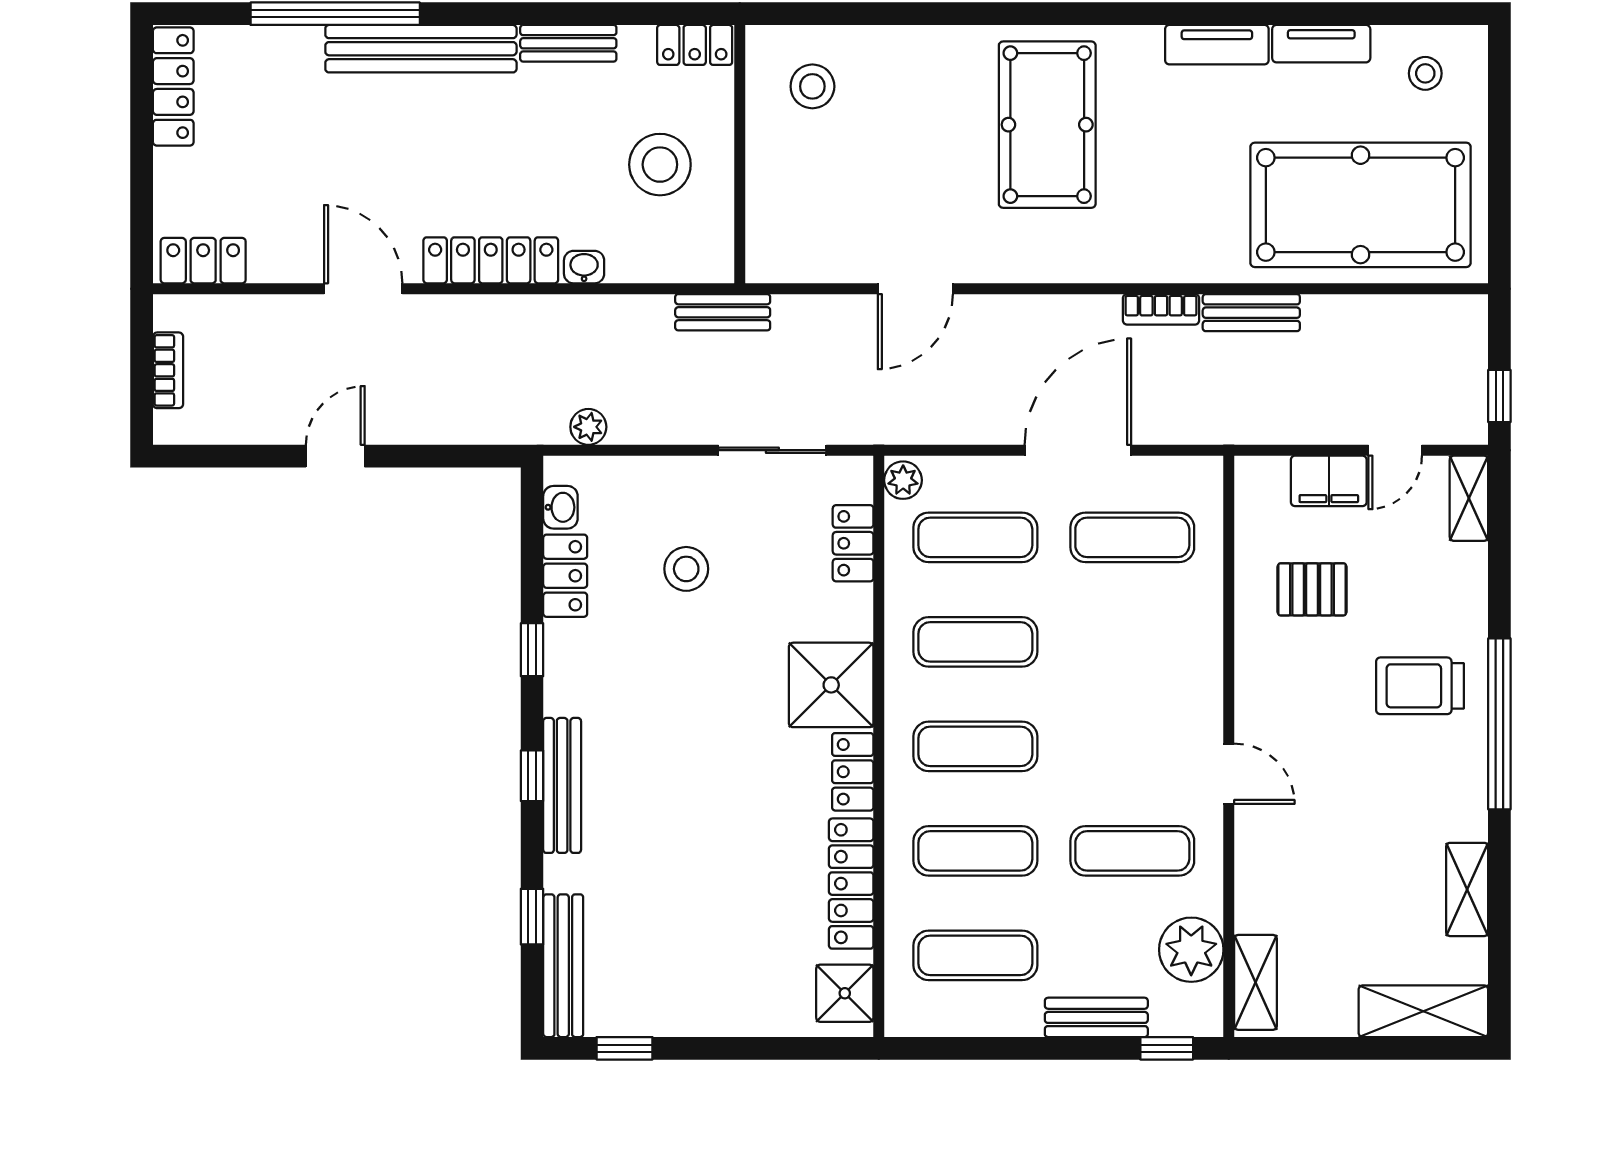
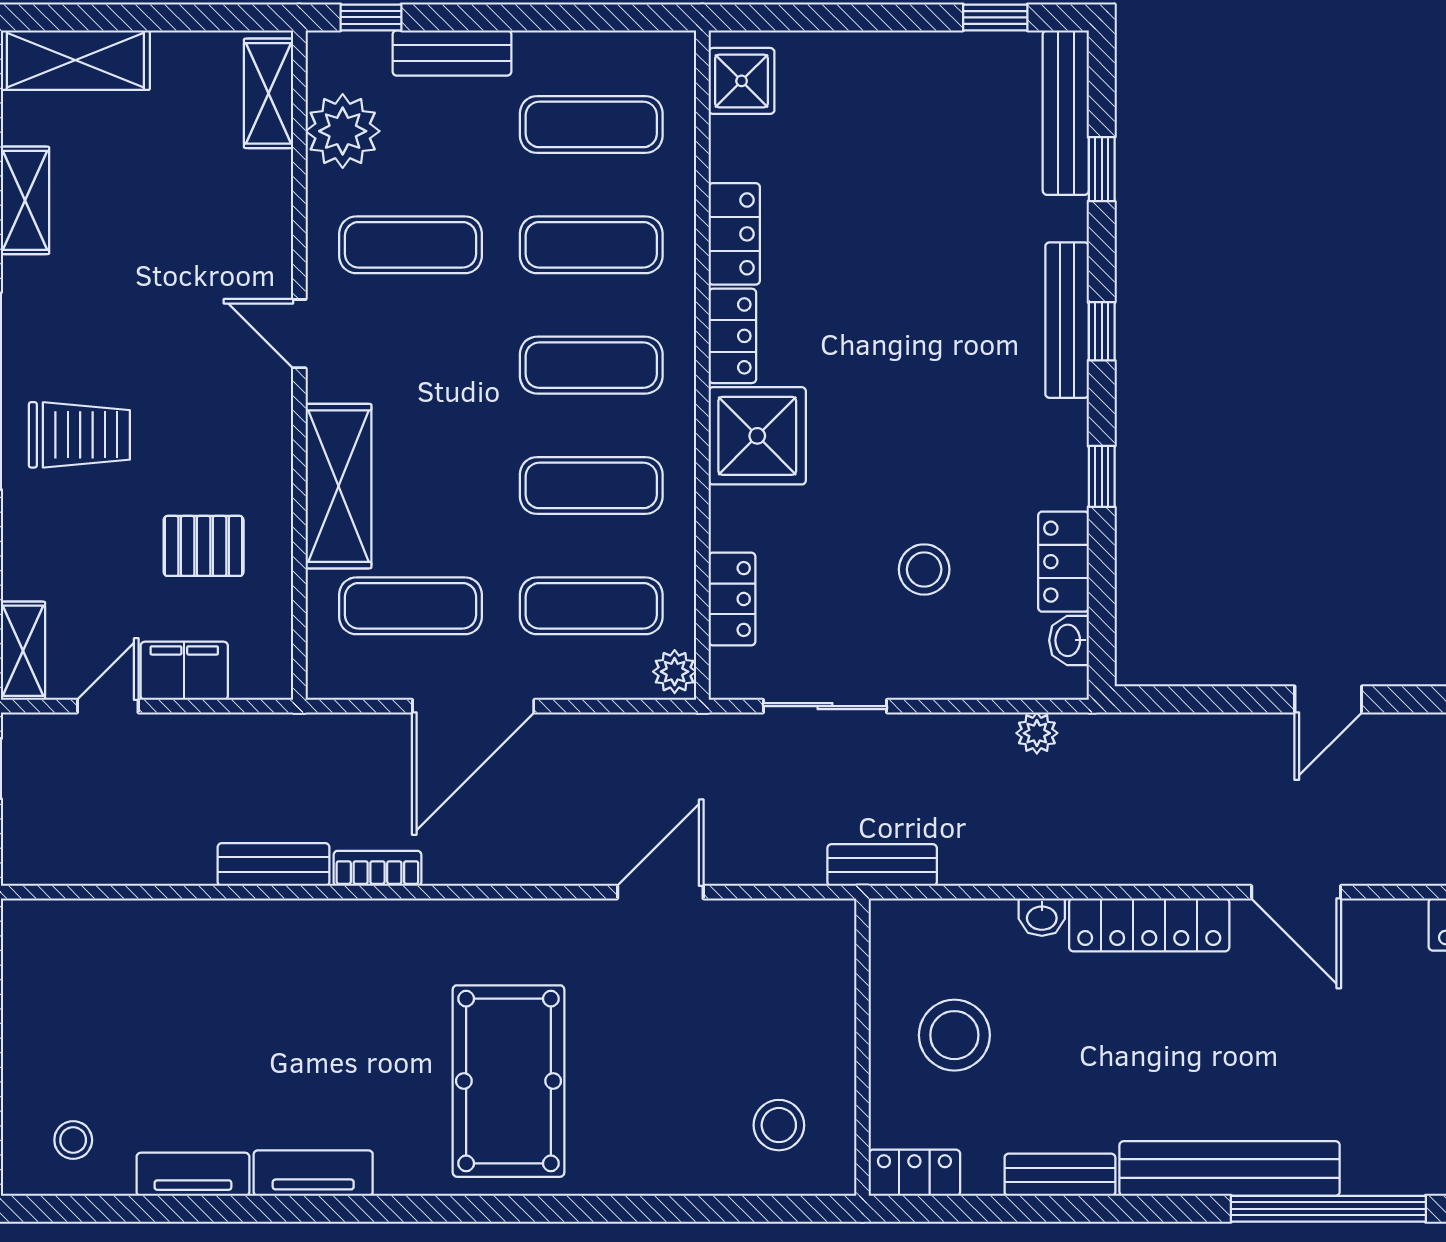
pool table: (1361, 205) -> (148, 989), removed
shelving: (1195, 641) -> (339, 486), added
locker: (851, 884) -> (734, 234), width x0.66

